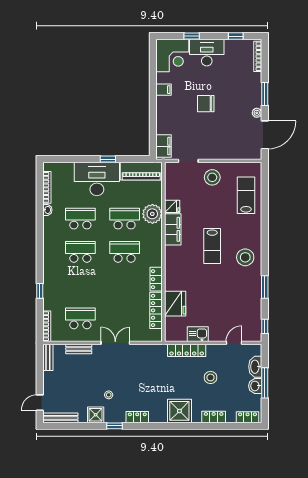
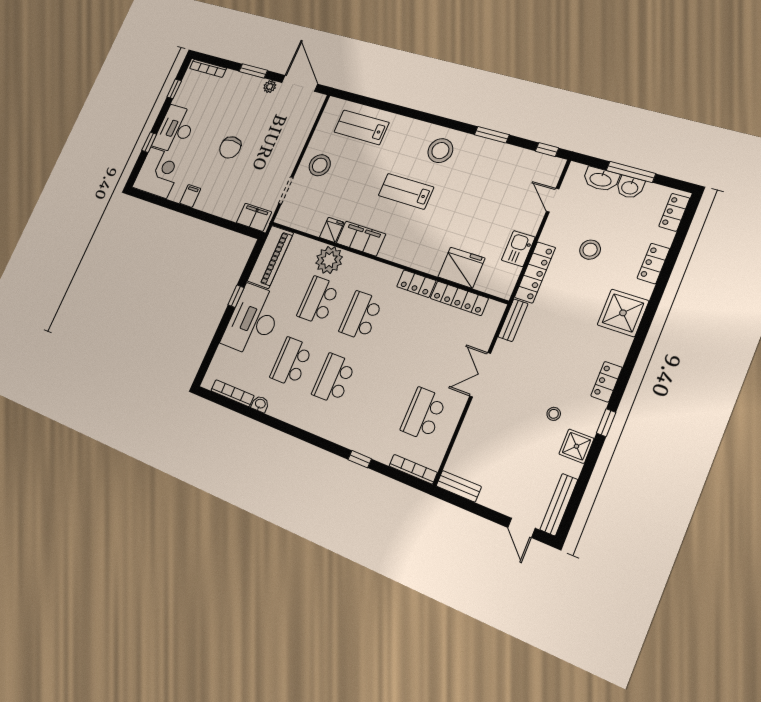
lab bench: (212, 246) -> (406, 191), turned 180
bench: (79, 349) -> (513, 320), moved

